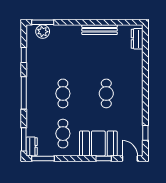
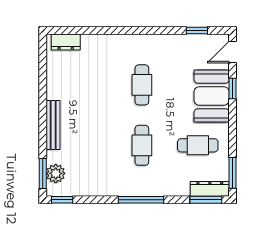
bench: (100, 30) -> (53, 125), moved
window: (24, 55) -> (62, 200), moved
cafe table: (63, 93) -> (142, 145), turned 90
cafe table: (106, 93) -> (142, 85), turned 90
dresser: (32, 146) -> (210, 189), width x1.44

